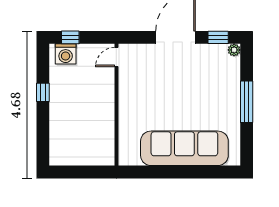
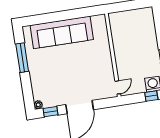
window: (247, 102) -> (22, 58), moved

